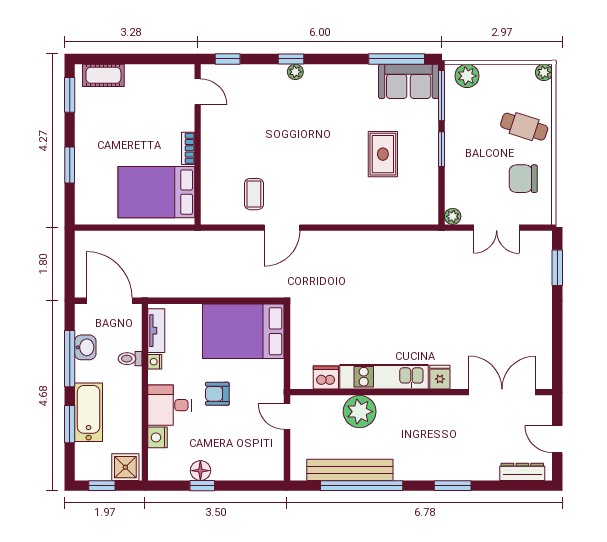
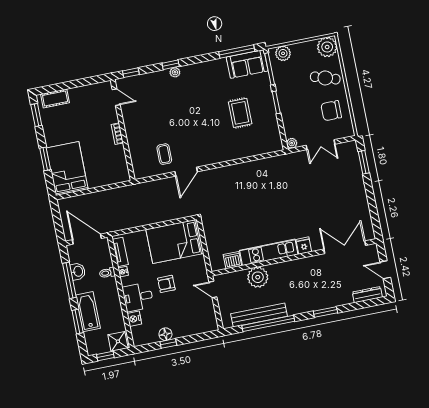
plant: (544, 72) -> (327, 47), width x1.87, depth x1.87
bed: (156, 192) -> (67, 168), moved, turned 90

